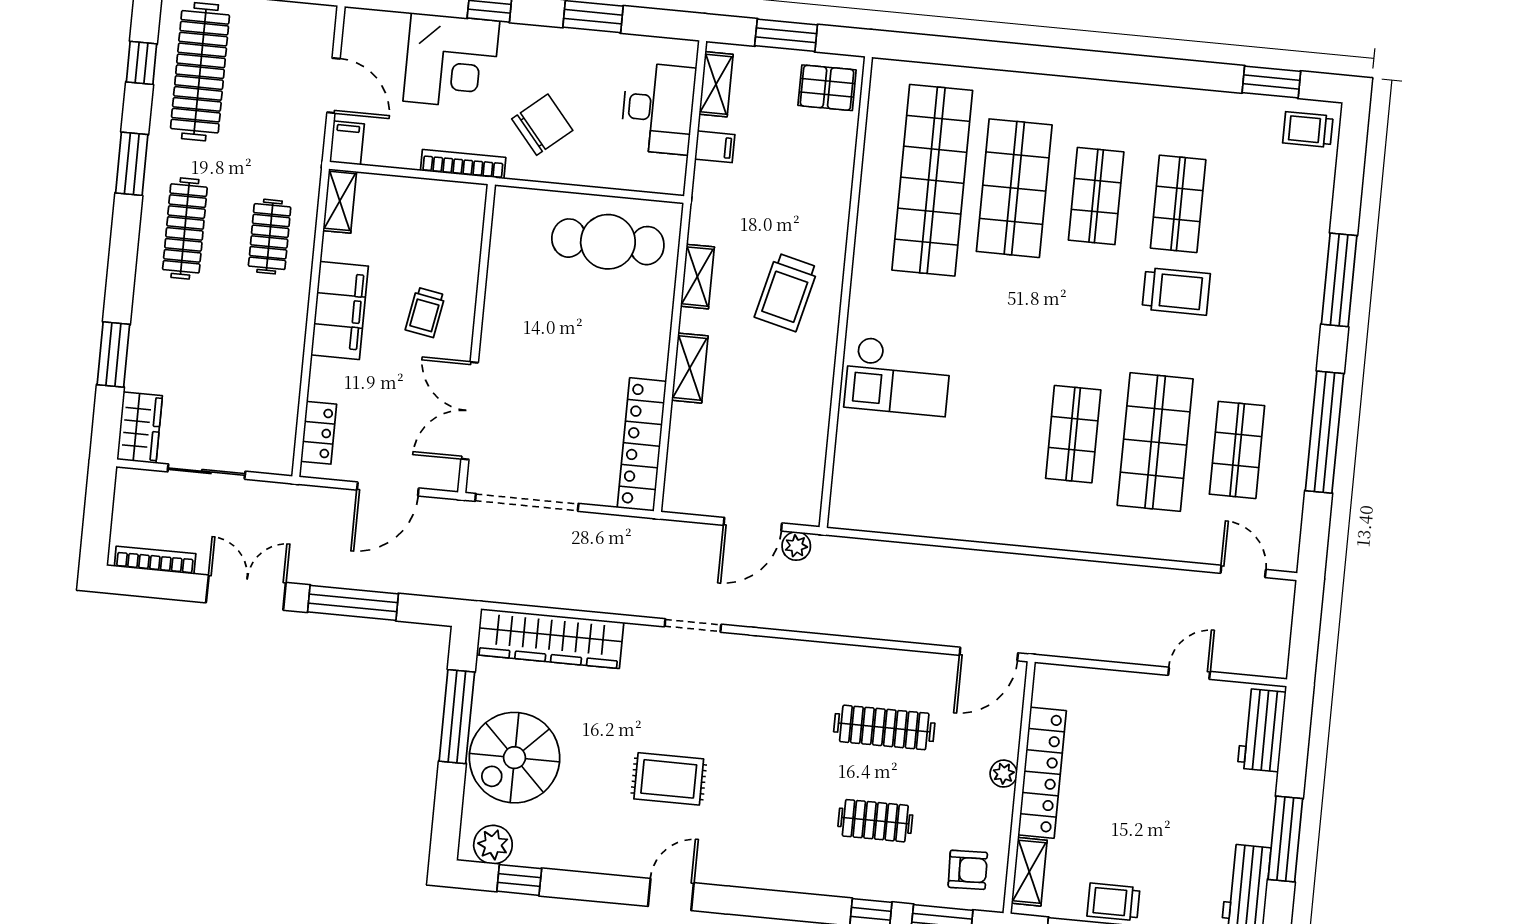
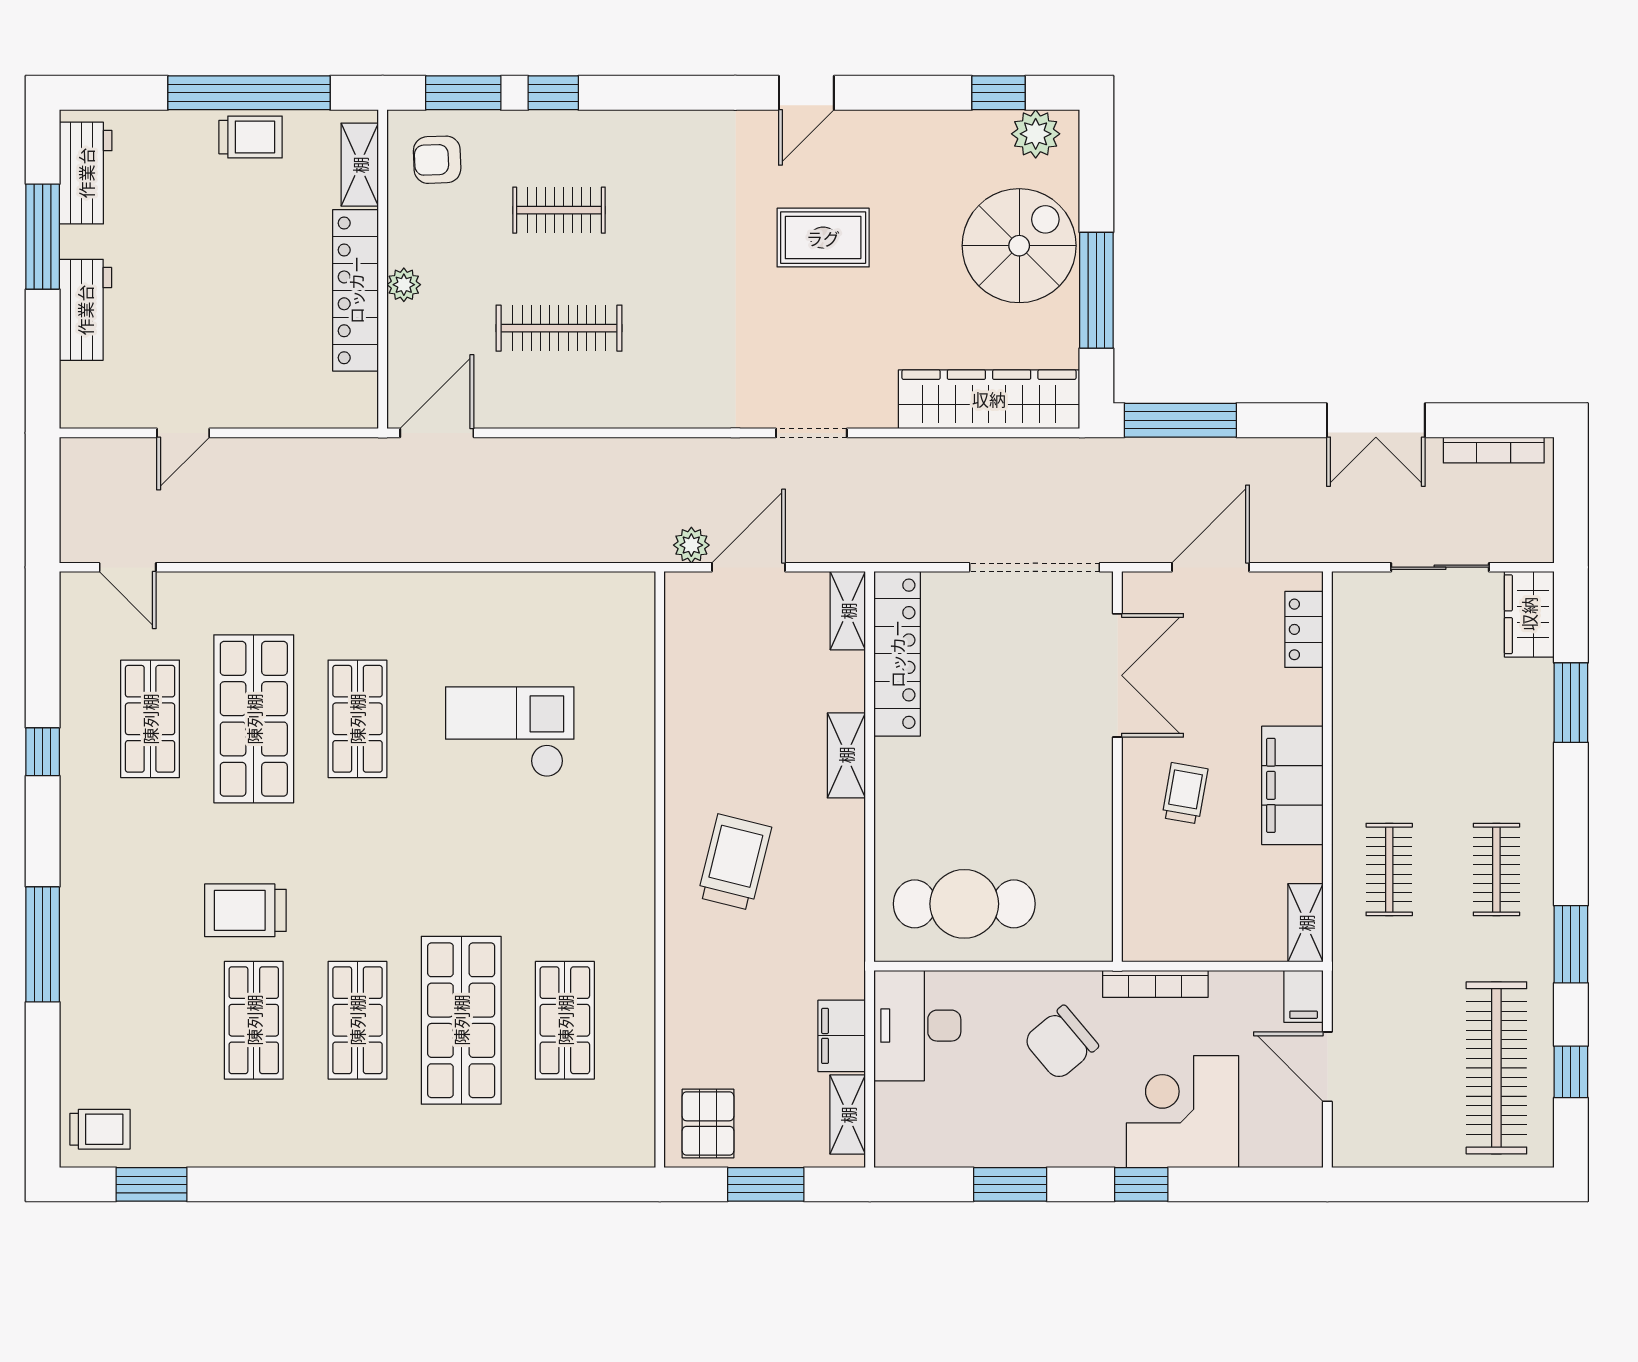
pallet: (827, 88) -> (708, 1124), turned 90
desk: (658, 108) -> (917, 1026), moved
filing cabinet: (715, 147) -> (842, 1036), width x2.00
shop shelf: (932, 180) -> (565, 1020), width x0.50, depth x0.74
clothes rail: (185, 228) -> (1496, 870), width x0.73
shelving: (697, 277) -> (848, 611), moved
checkout: (898, 376) -> (510, 732), moved
window: (1324, 432) -> (43, 752), width x0.32
window: (353, 603) -> (1180, 420), moved
workbench: (1262, 730) -> (85, 310), moved

